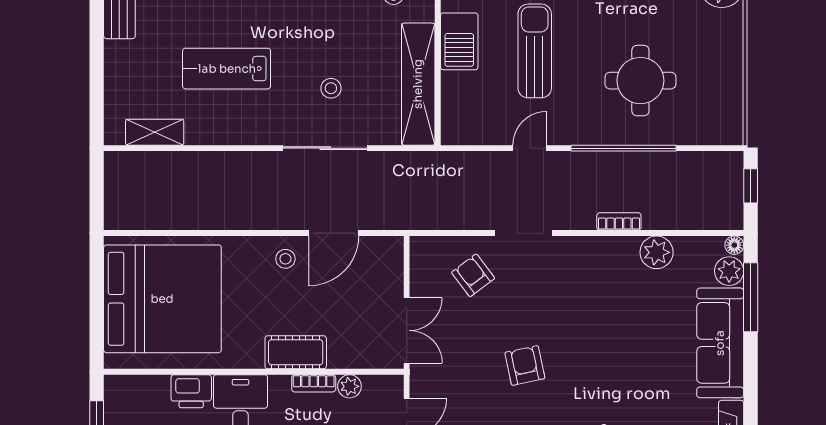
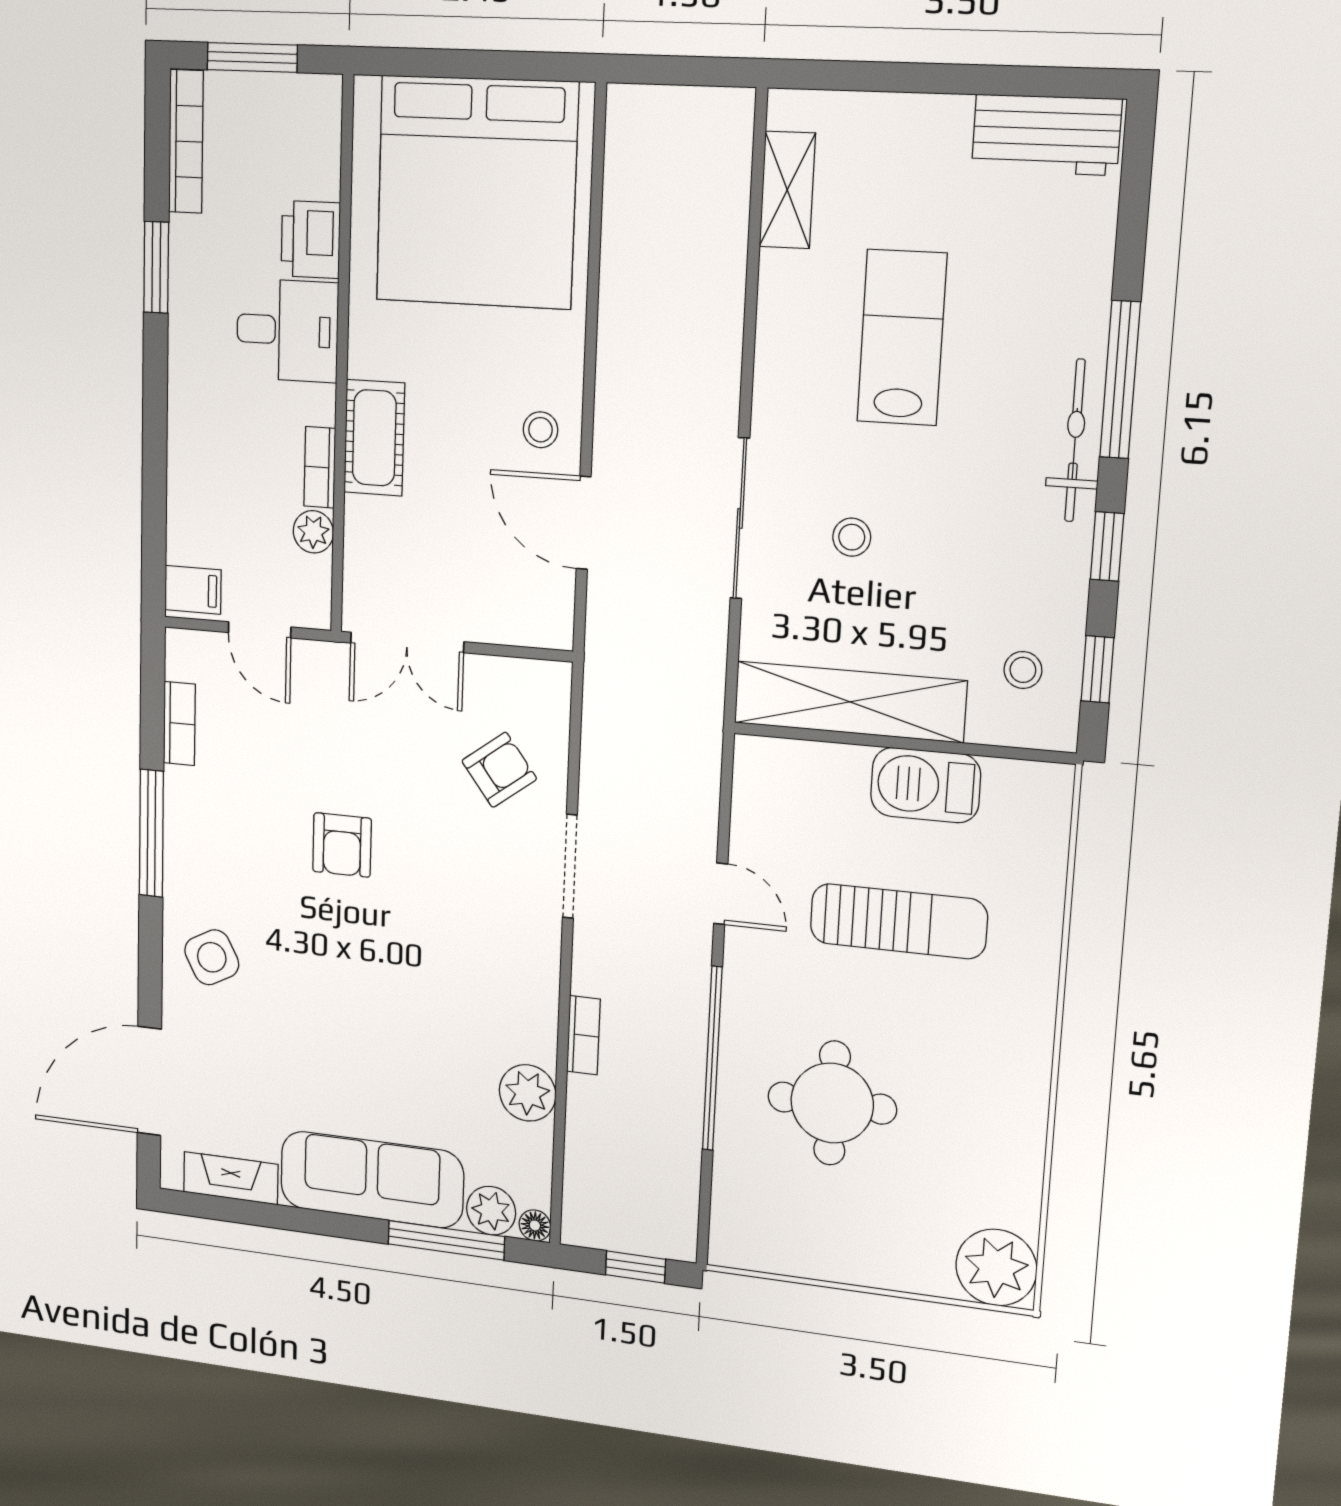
armchair: (525, 365) -> (342, 845), turned 102

